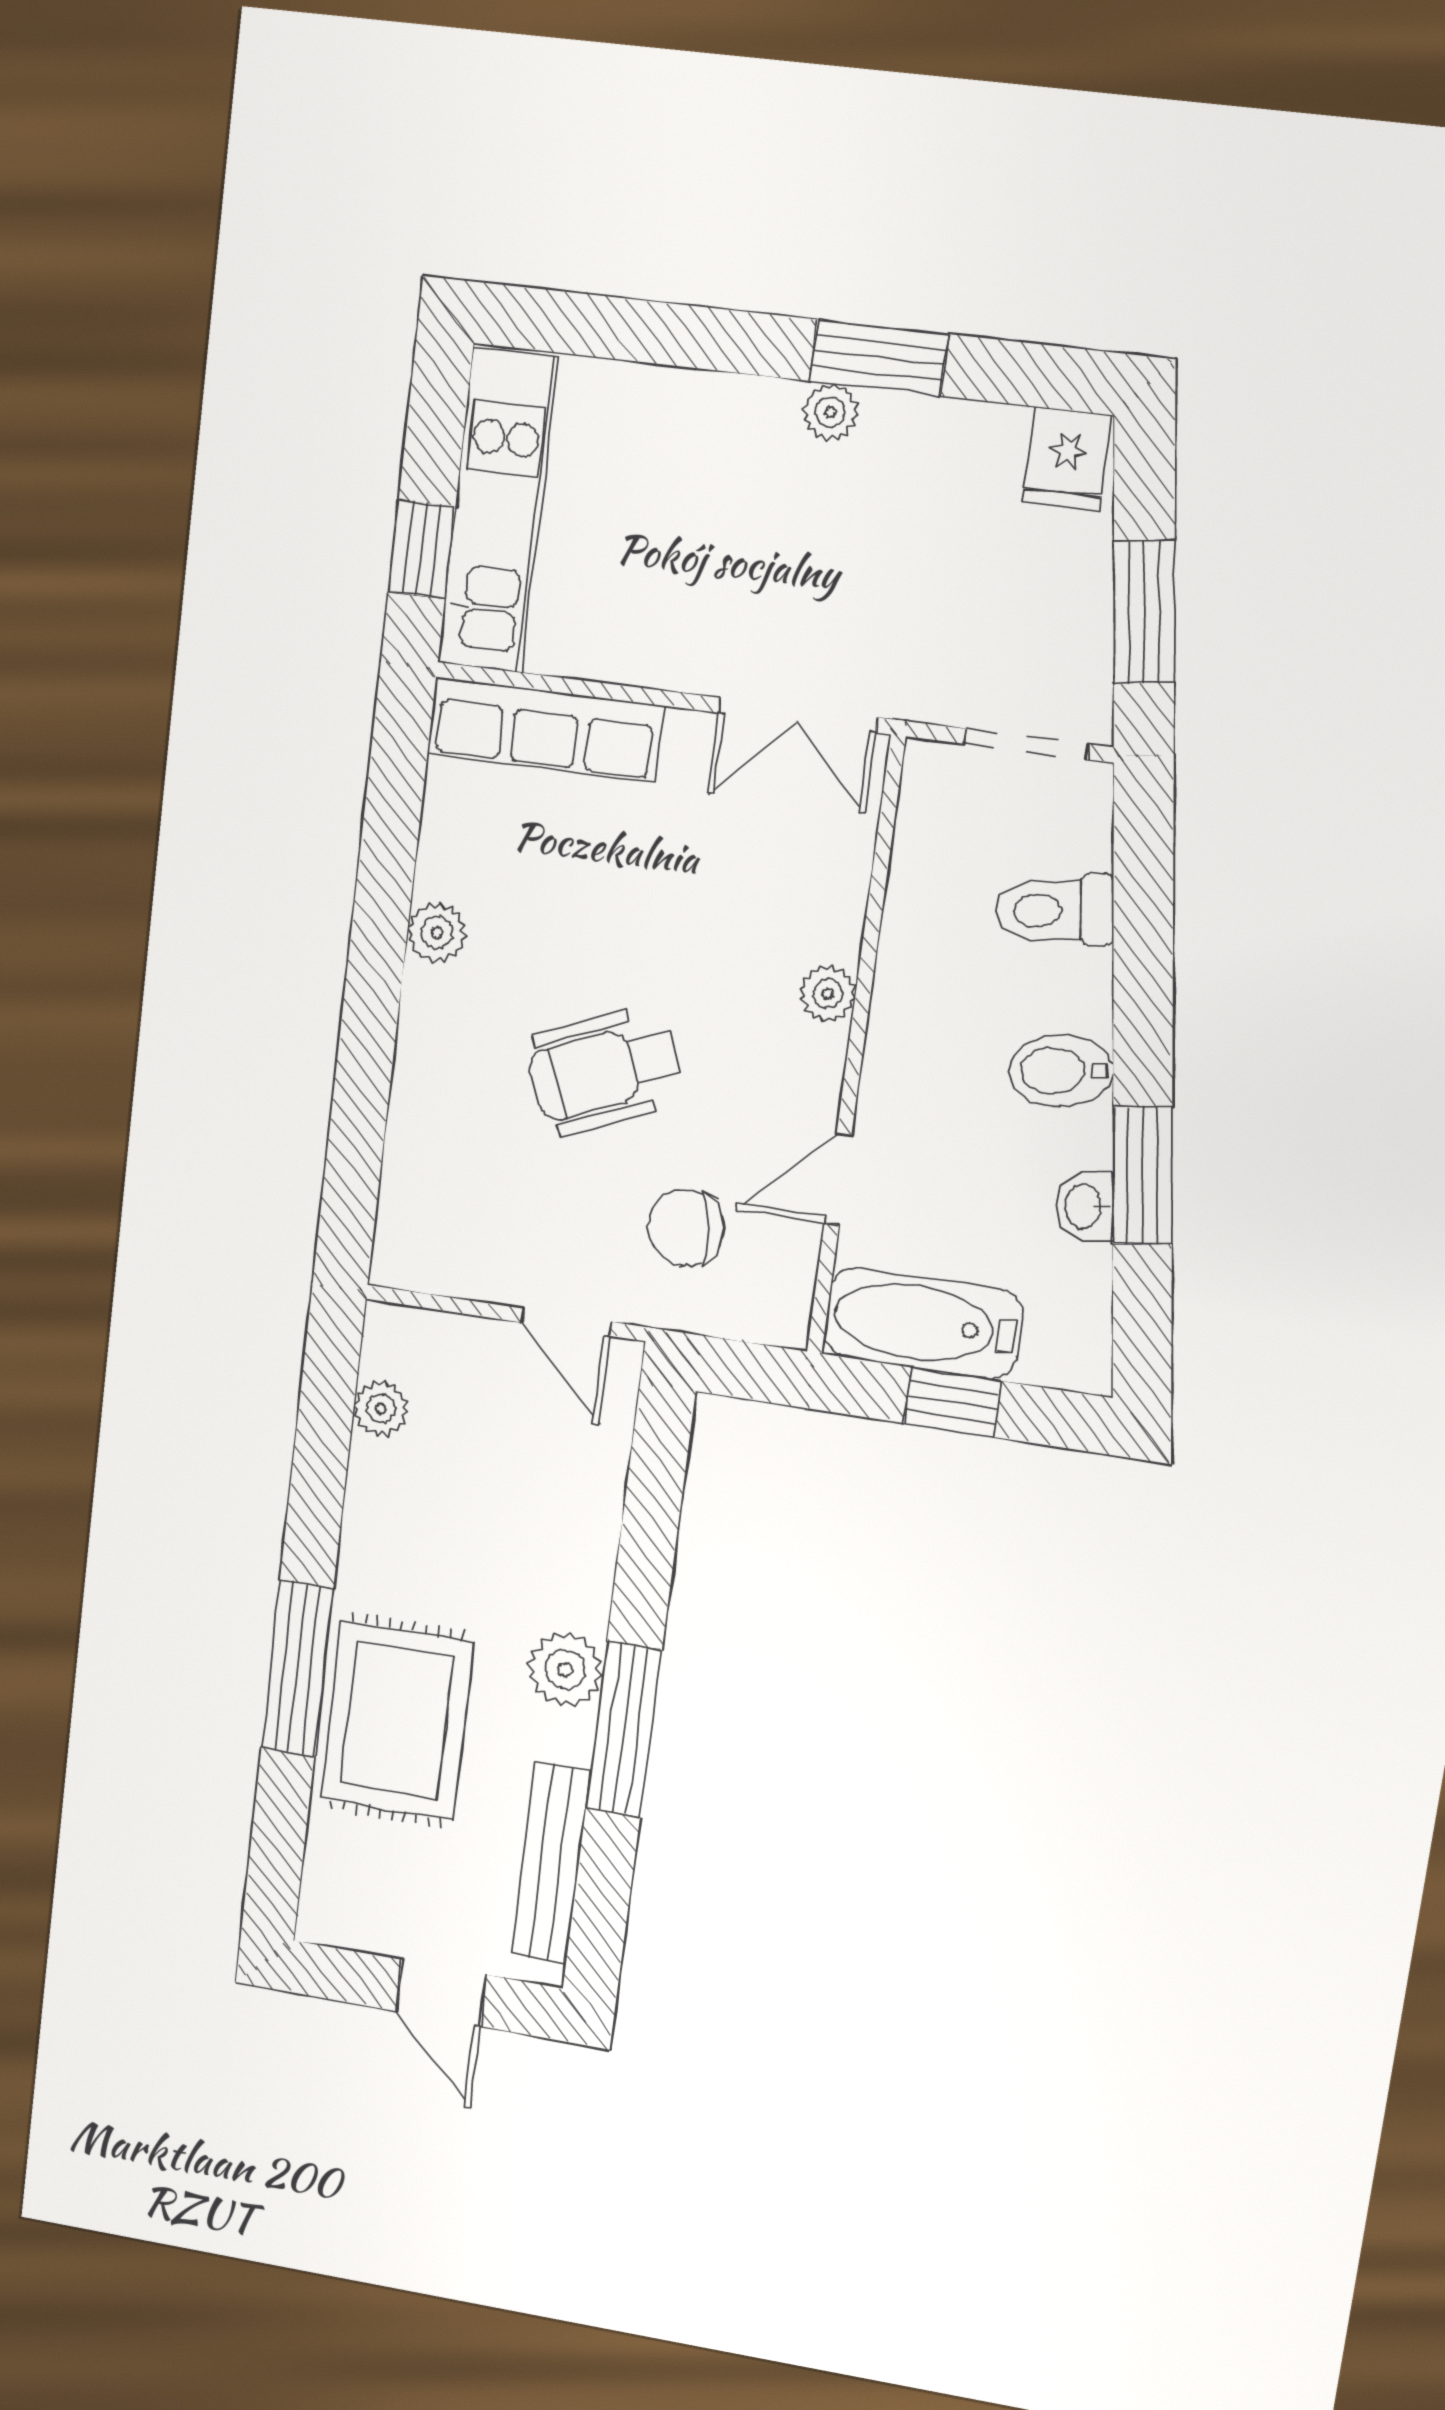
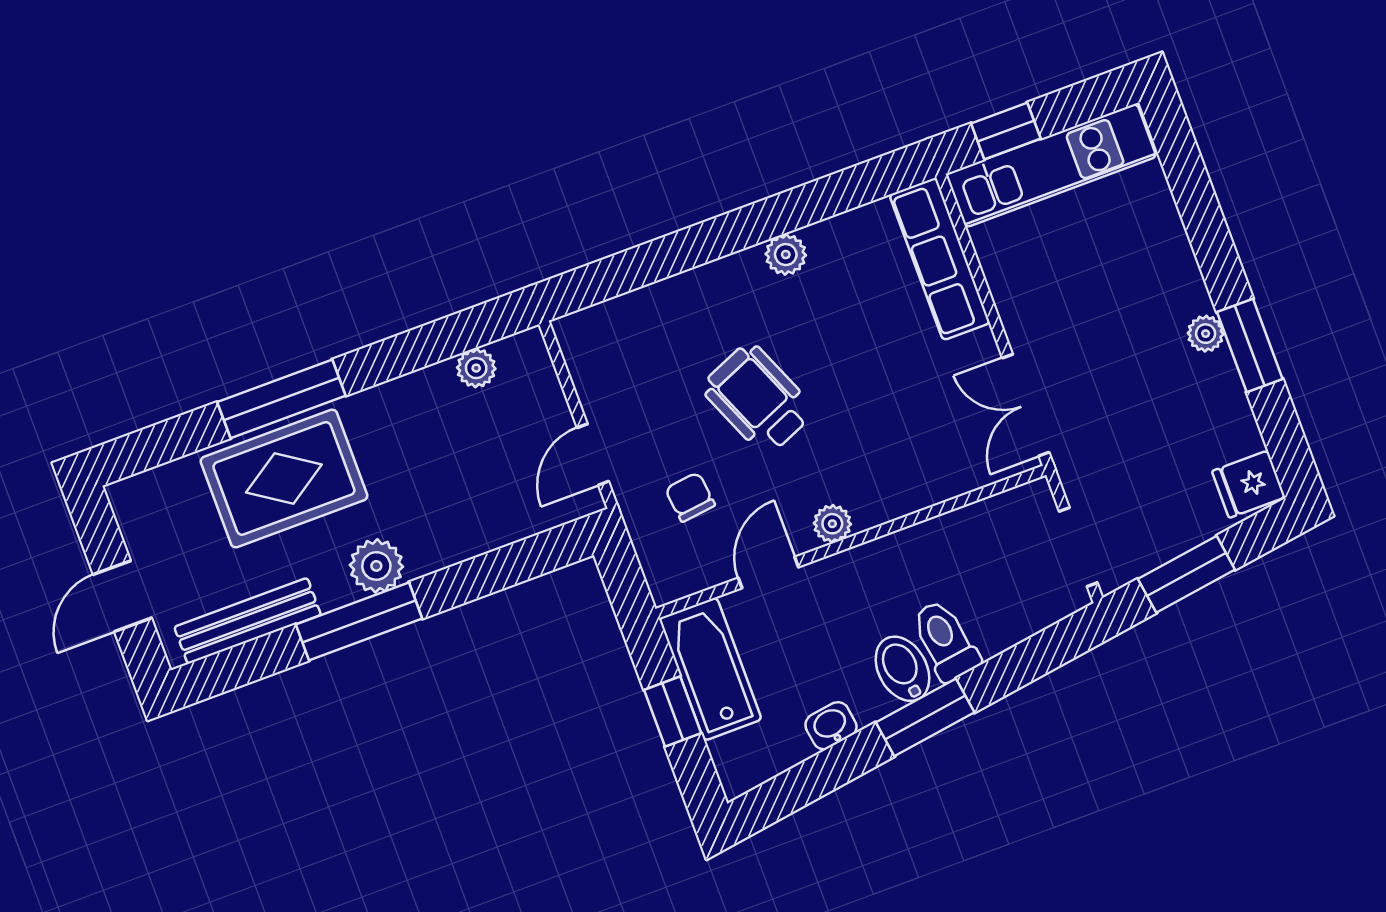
toilet: (1054, 910) -> (945, 641), moved
plant: (828, 994) -> (832, 524), moved
window: (1143, 1175) -> (925, 717), moved
door: (838, 1179) -> (768, 572), hinge flipped
chair: (686, 1228) -> (690, 497), width x0.73, depth x0.73

